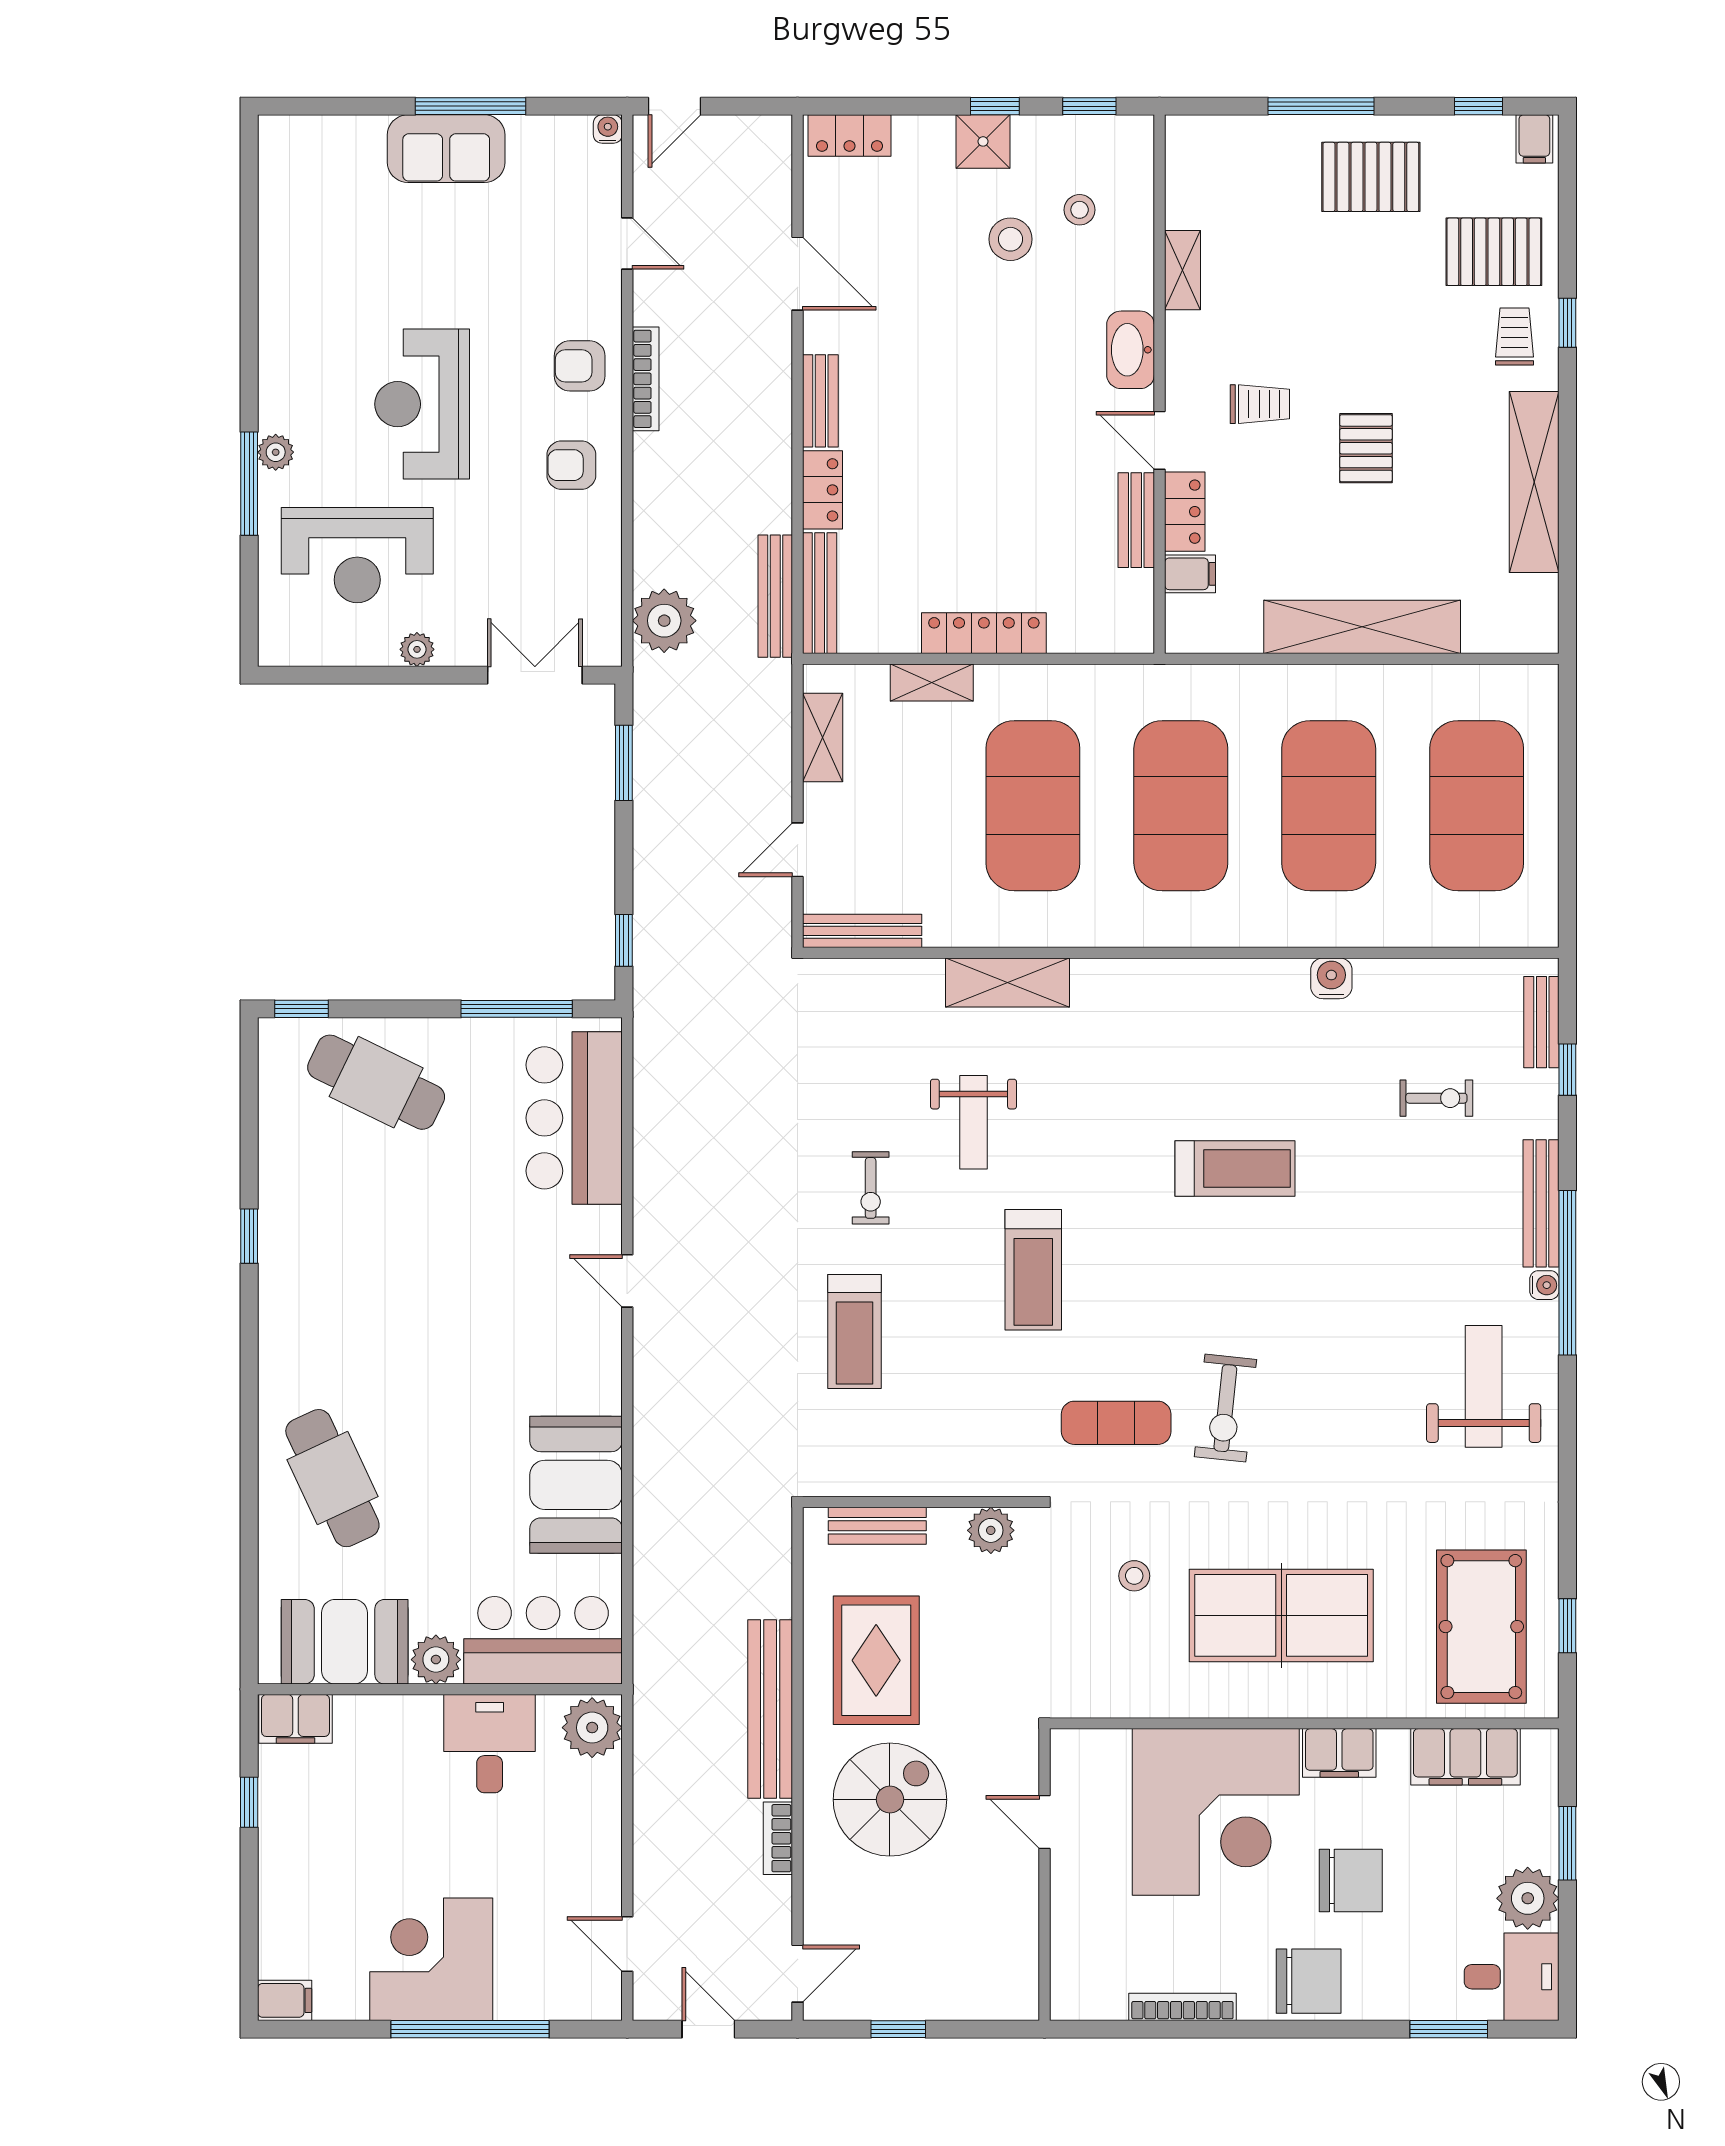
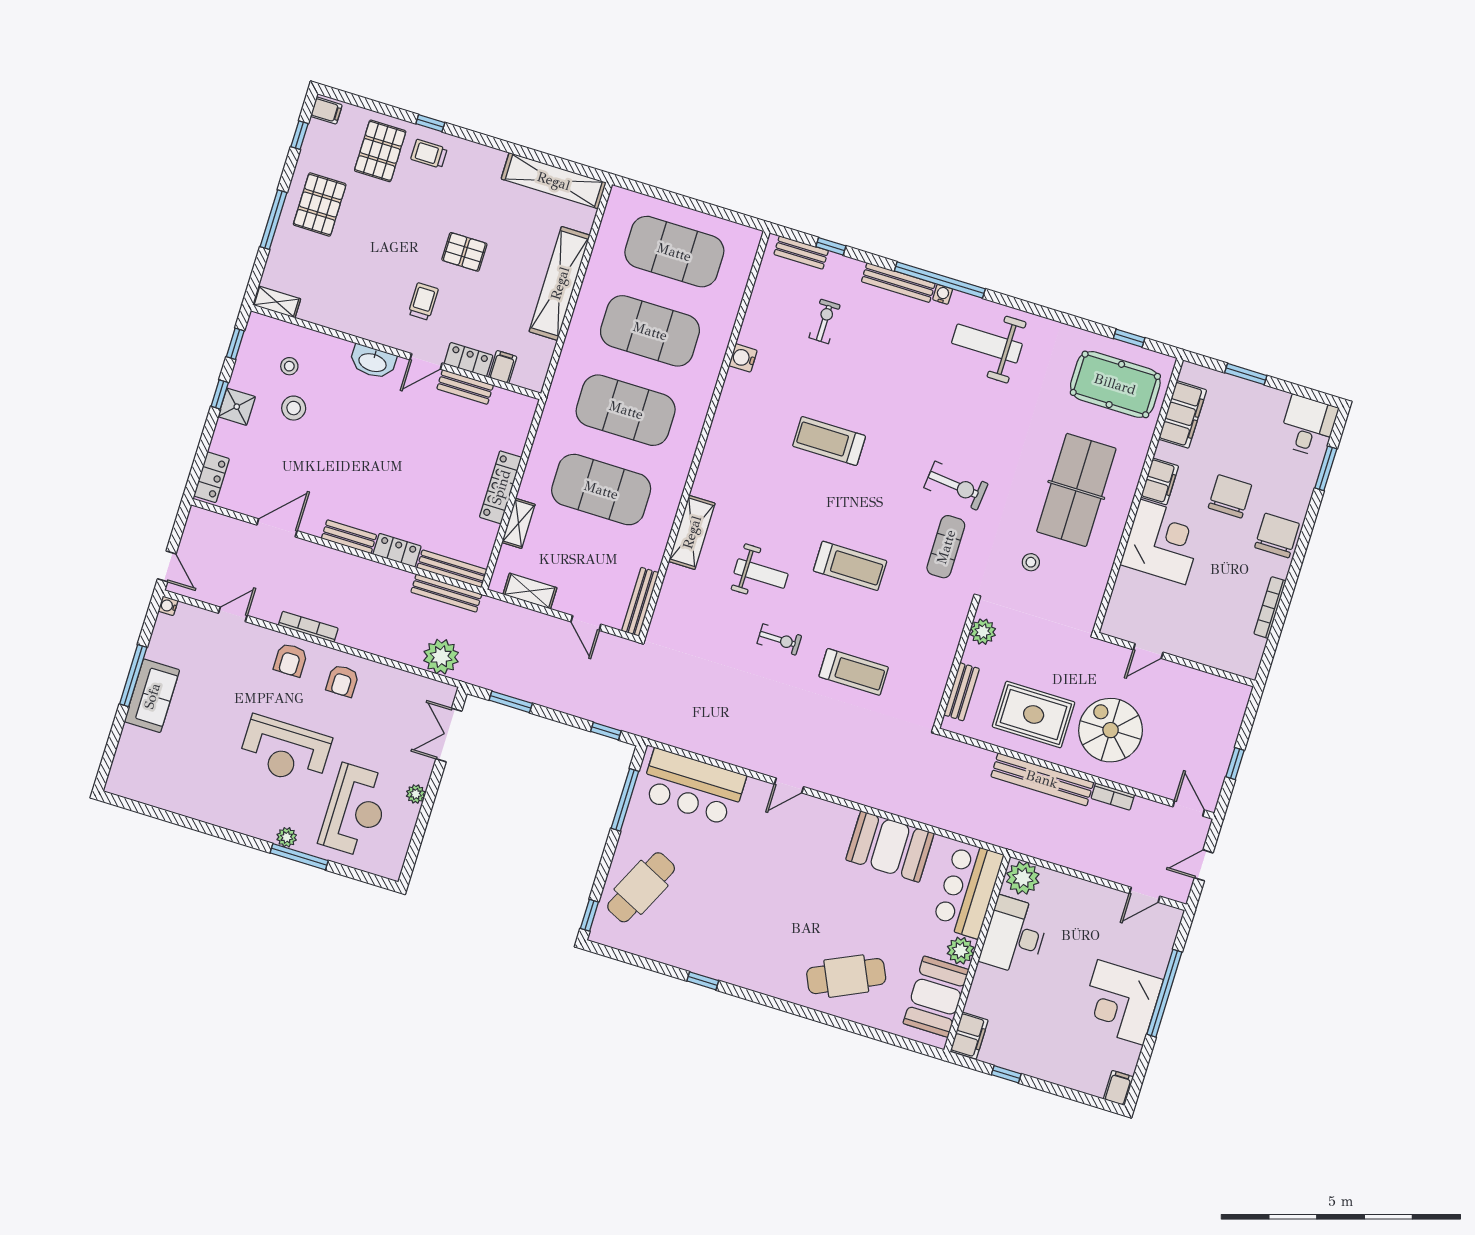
shelving: (1182, 270) -> (277, 302), moved
shelving: (1534, 482) -> (554, 181), moved
treadmill: (1235, 1169) -> (829, 441), turned -90
desk: (490, 1744) -> (1015, 936), width x1.37
corner desk: (1216, 1812) -> (1163, 542), width x0.74, depth x0.74
plant: (1528, 1898) -> (1269, 404), removed

